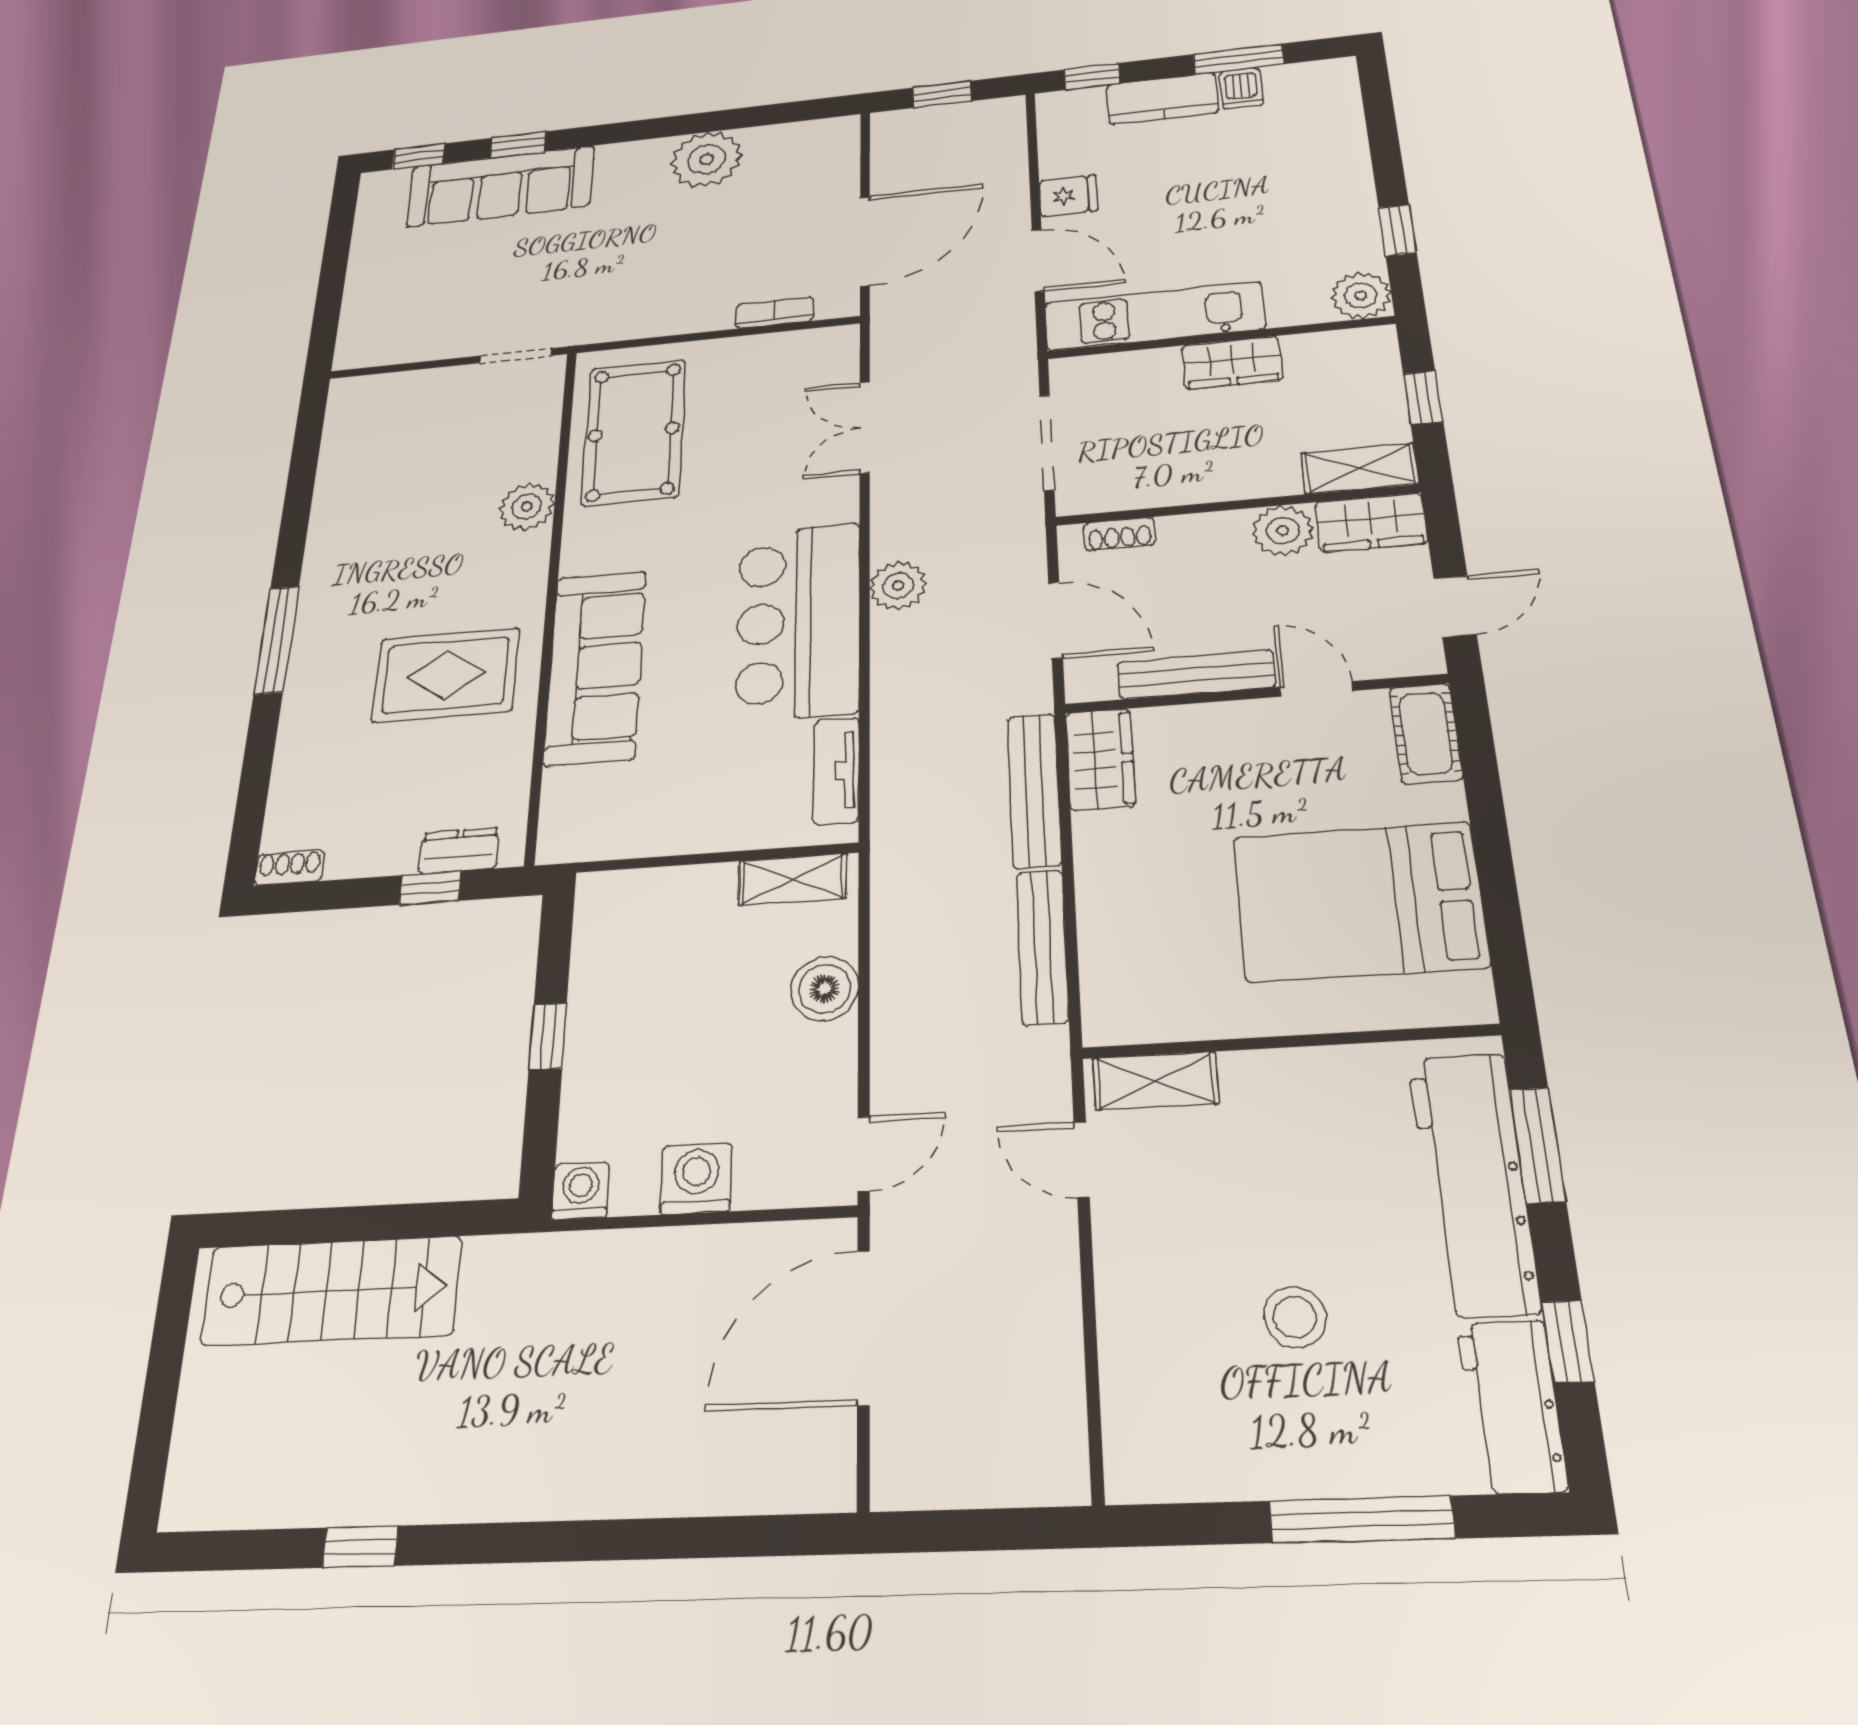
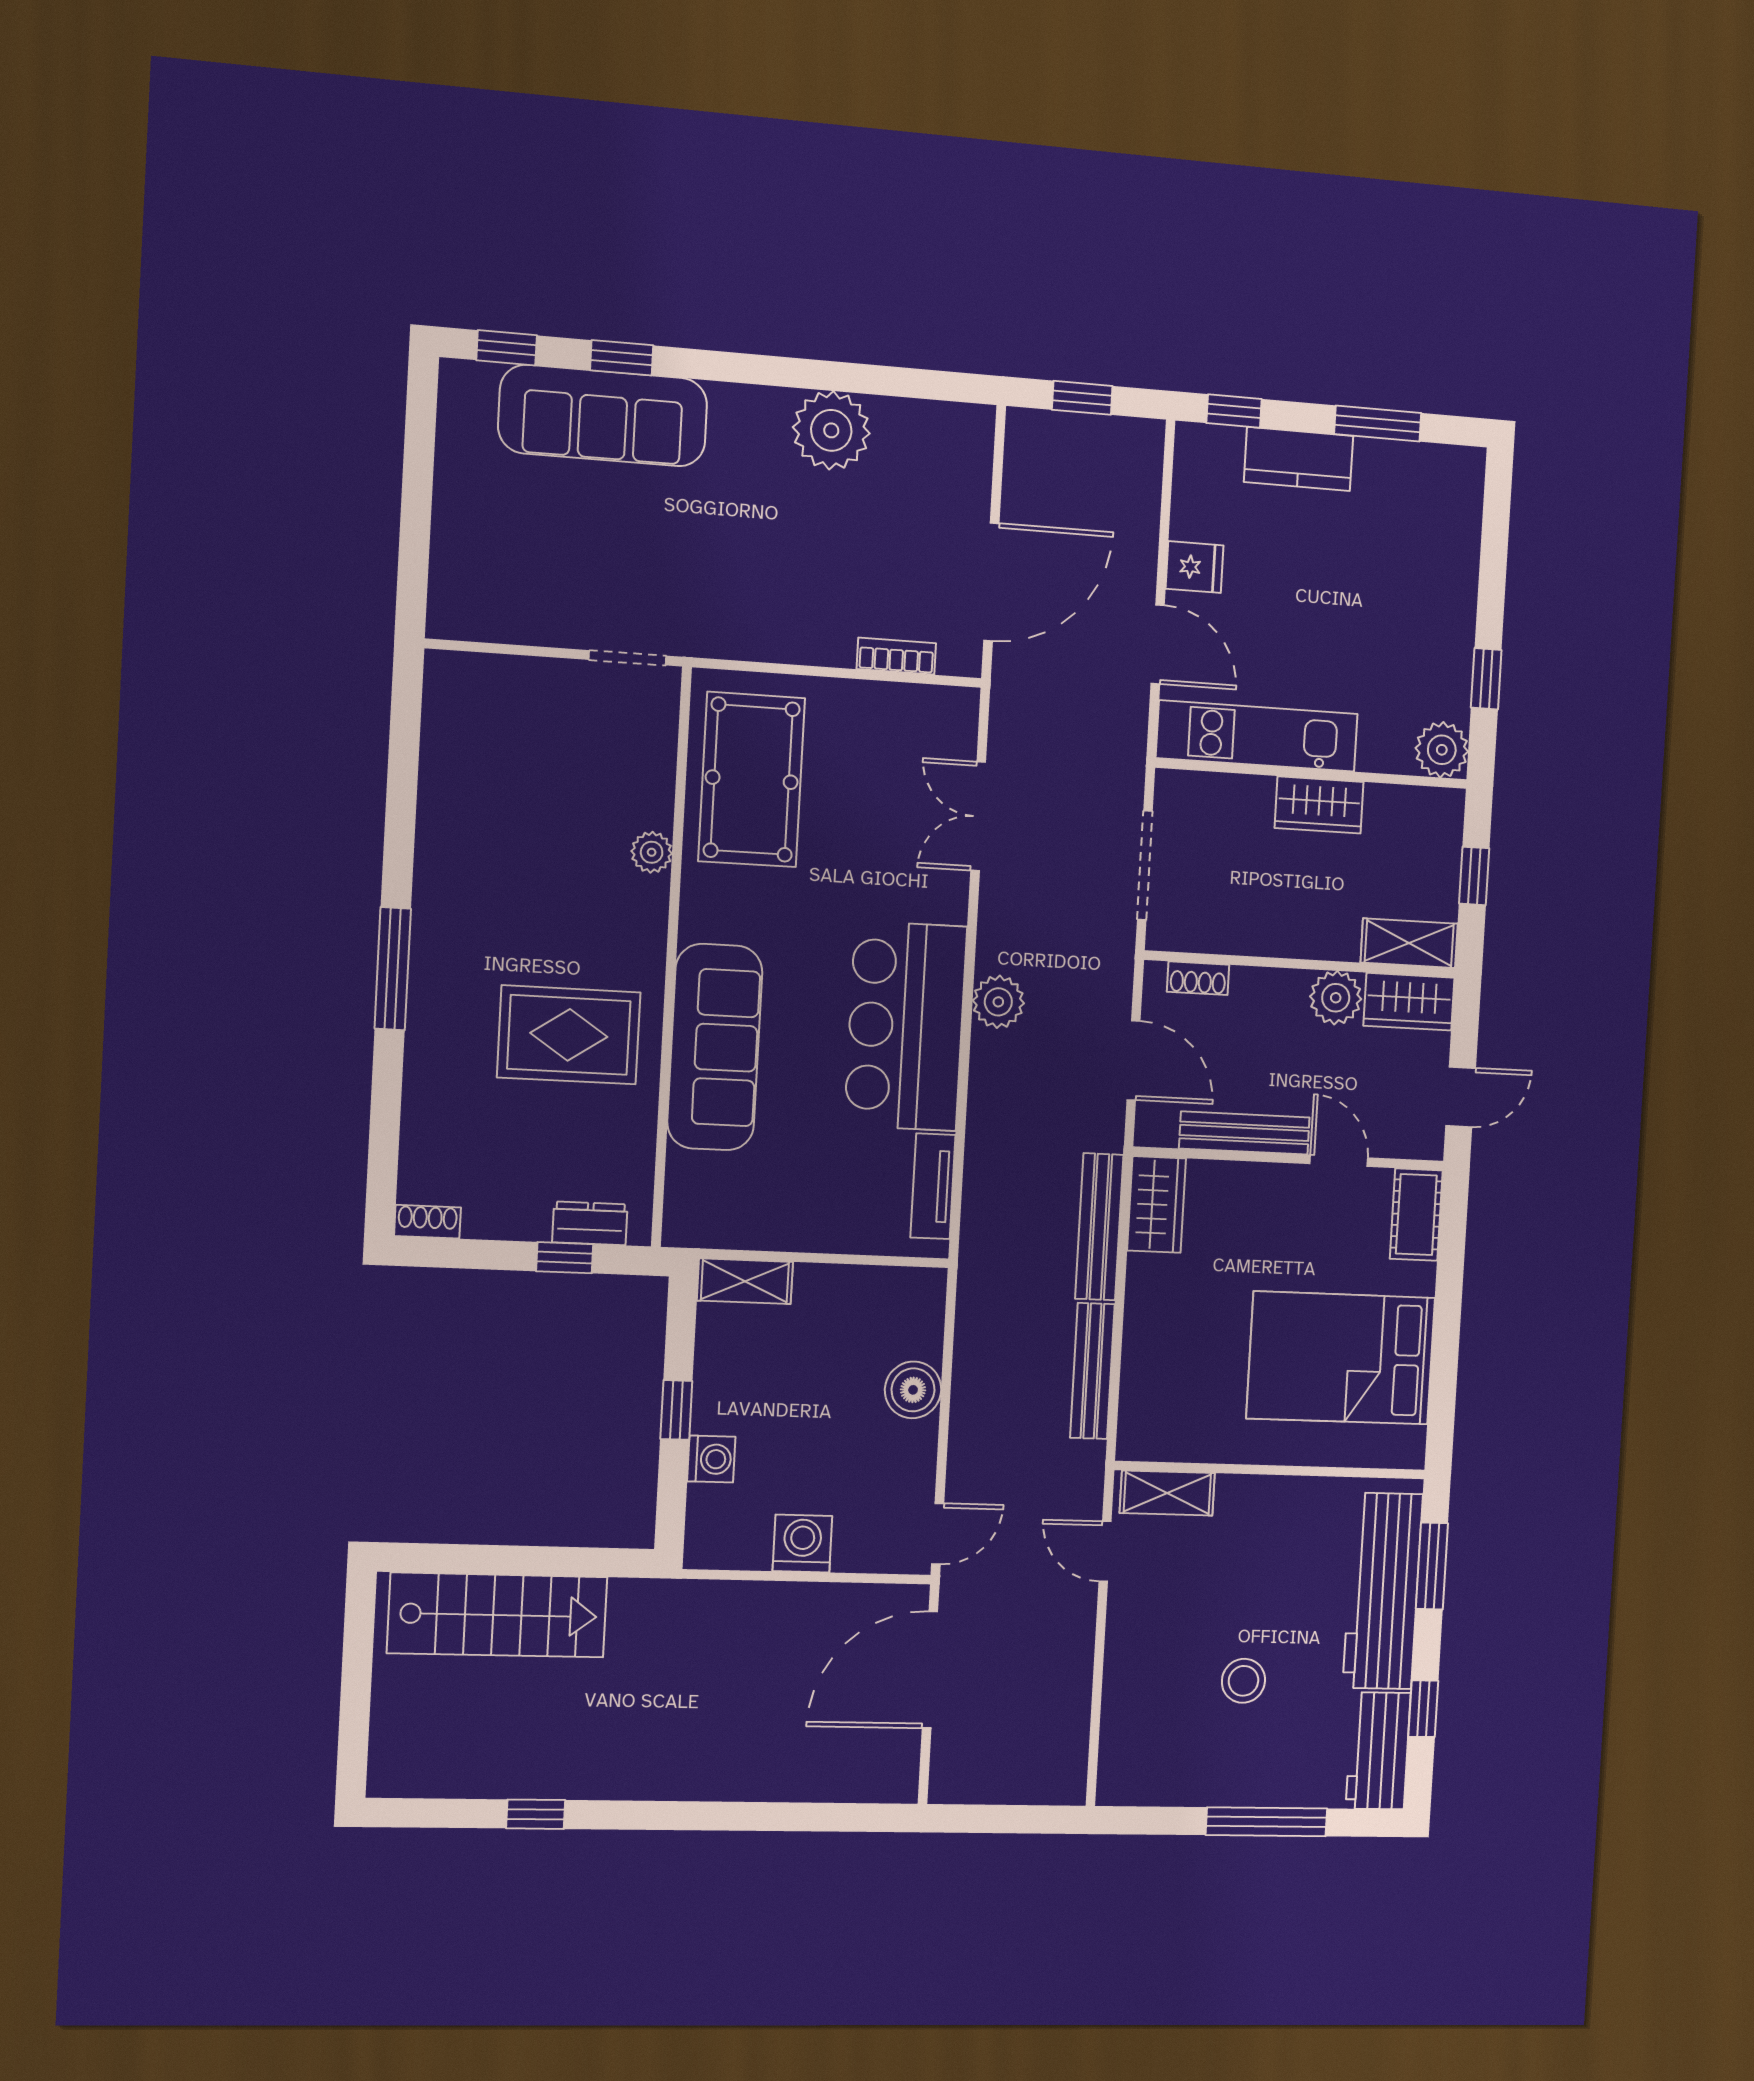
dishwasher: (1241, 88) -> (1374, 464), removed
plant: (527, 507) -> (652, 852), width x0.73, depth x0.73
shelving: (792, 879) -> (745, 1281), moved
washing machine: (580, 1191) -> (711, 1459), moved, turned 90

